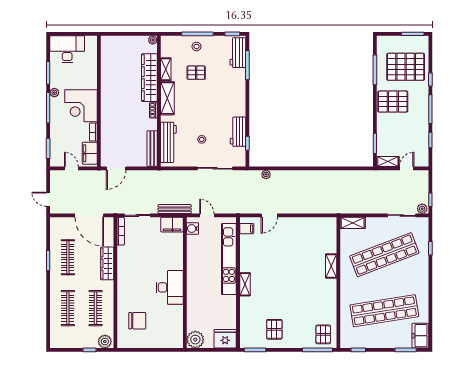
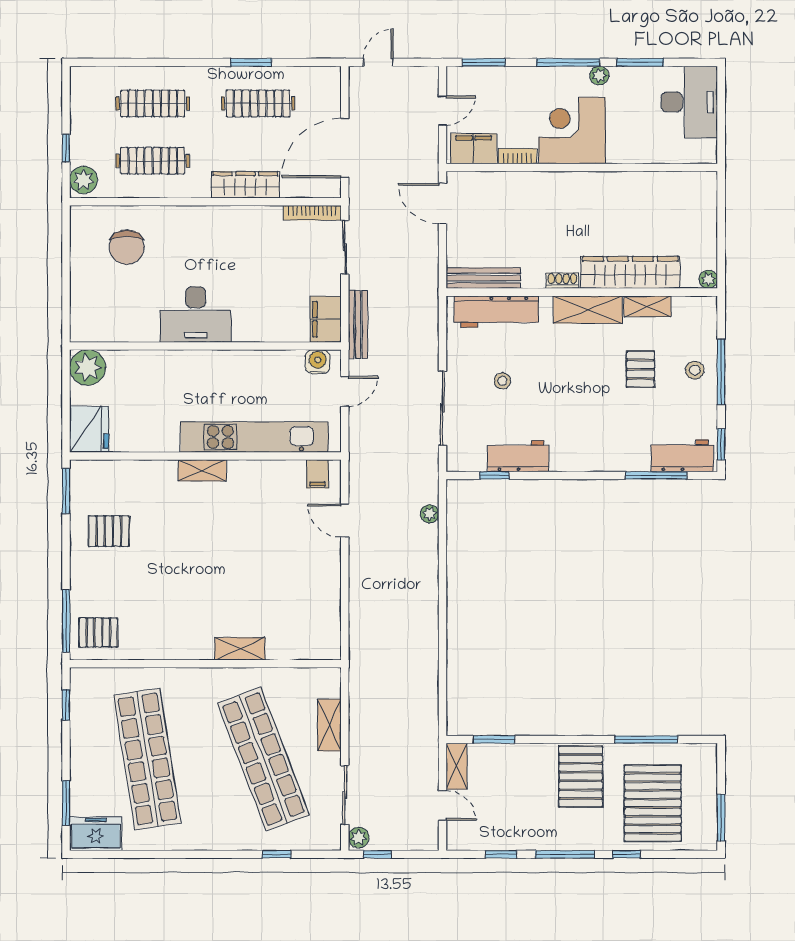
shelving: (353, 223) -> (329, 725), moved

